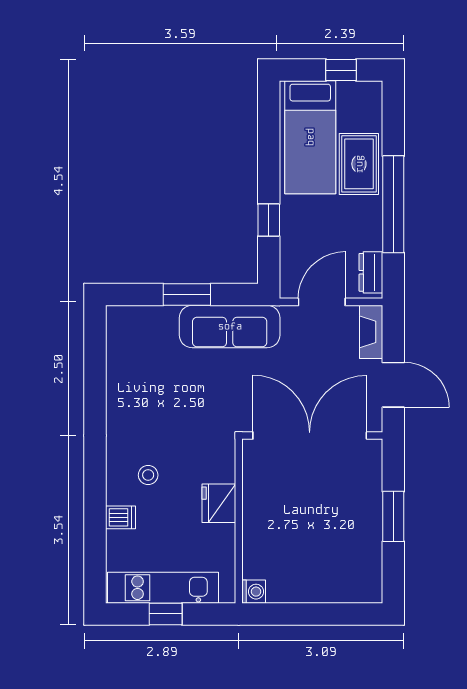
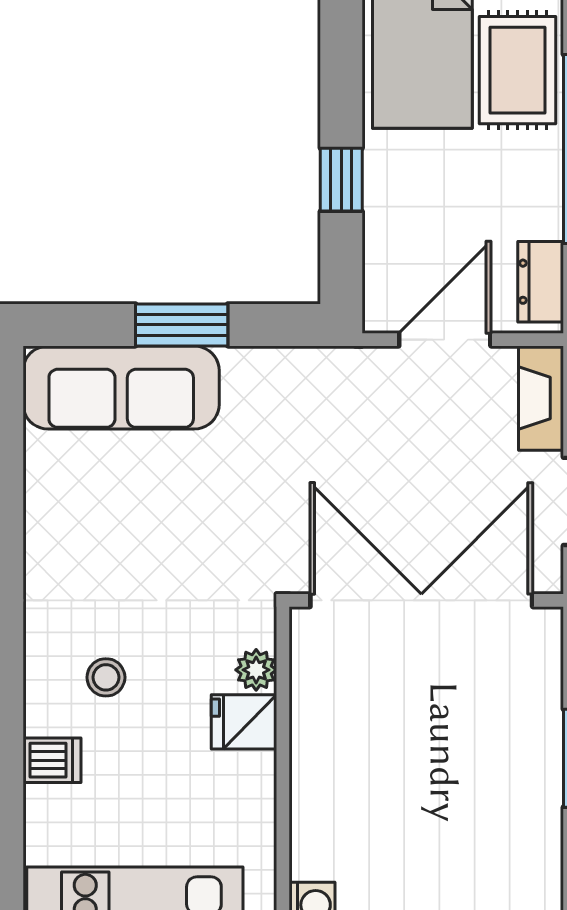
sofa: (230, 326) -> (121, 387), moved
plant: (225, 471) -> (256, 670), added
fridge: (219, 503) -> (244, 722), width x0.72

